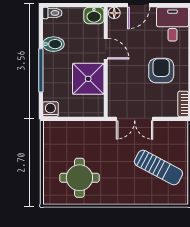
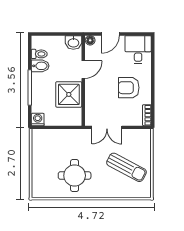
toilet: (52, 13) -> (39, 54), moved
door: (106, 49) -> (83, 70), hinge flipped
armchair: (161, 71) -> (129, 88), turned -90
round table: (79, 178) -> (75, 176), moved

